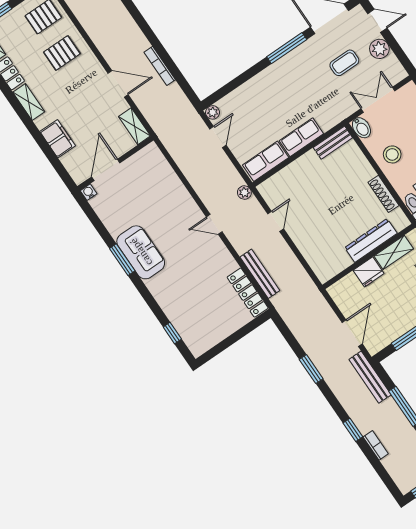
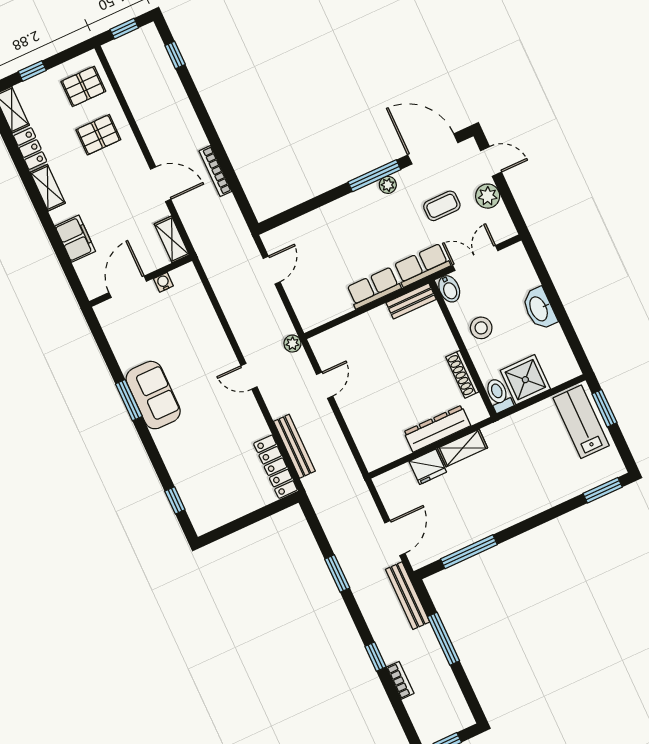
plant: (213, 112) -> (388, 185), moved
row of seats: (266, 161) -> (422, 265), moved
water cooler: (89, 192) -> (163, 282), moved

